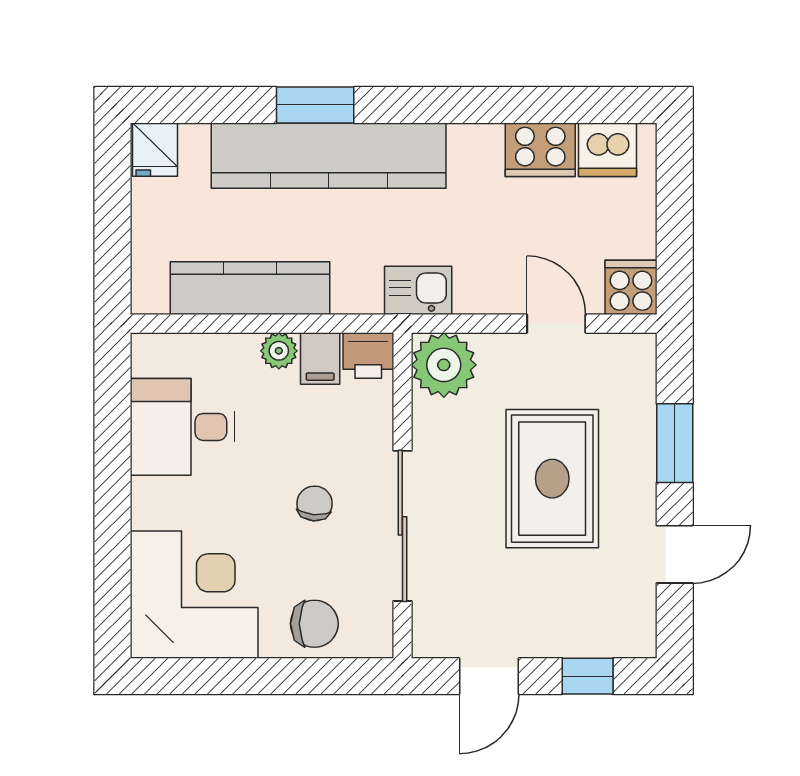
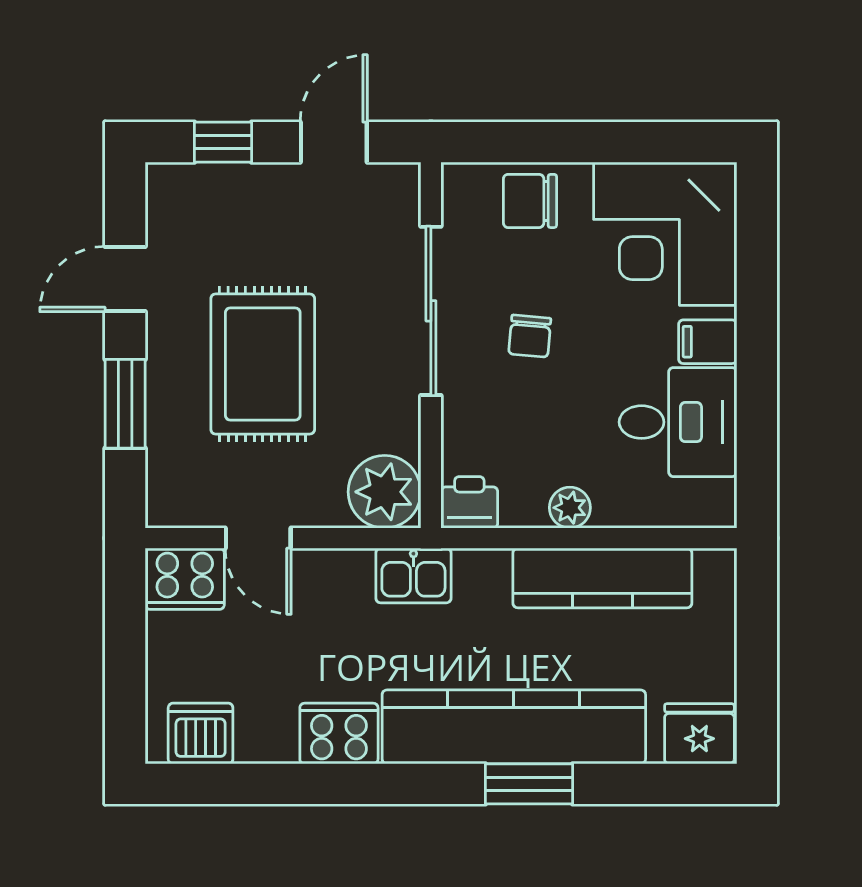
fridge: (155, 150) -> (699, 734), width x1.38
cooker: (540, 150) -> (339, 733), moved
cooker: (631, 287) -> (185, 579), width x1.36
filing cabinet: (320, 358) -> (708, 342), moved, turned -90

